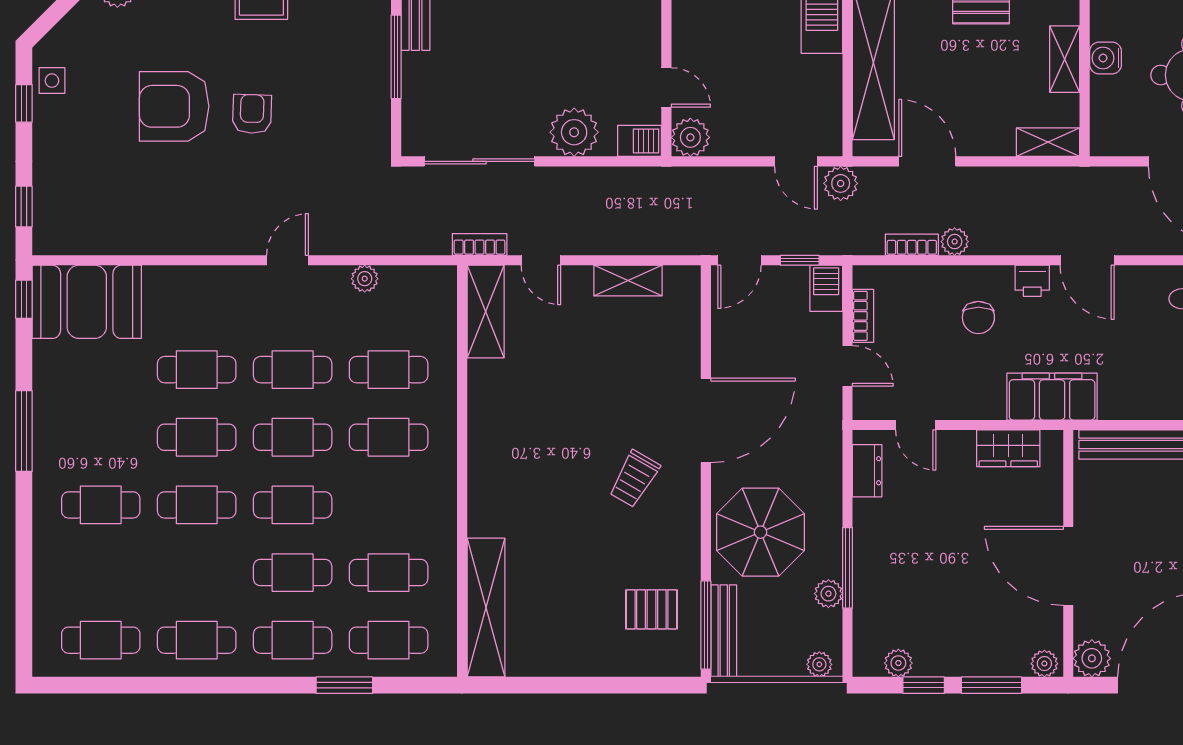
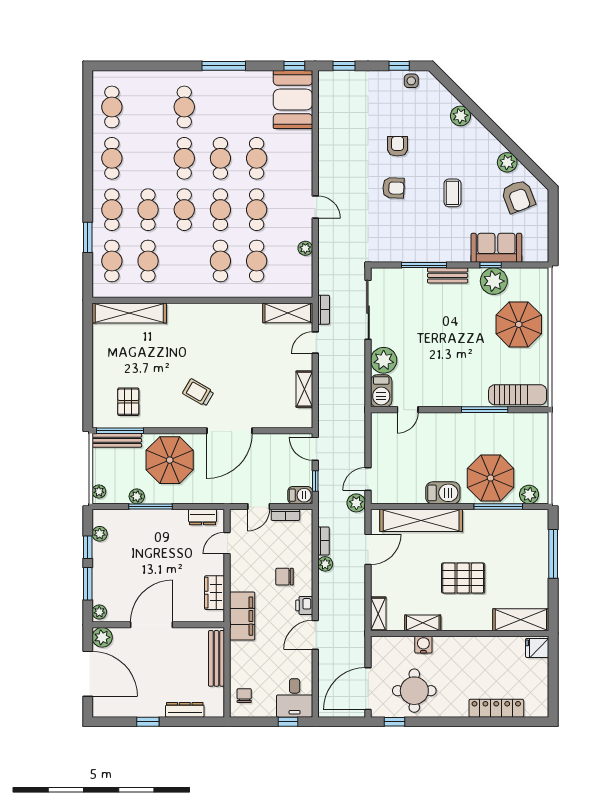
armchair: (174, 106) -> (398, 146), width x0.53, depth x0.53
plant: (690, 137) -> (381, 423), removed
barbecue: (639, 141) -> (381, 391), width x1.38, depth x1.27
door: (706, 420) -> (229, 431), hinge flipped

